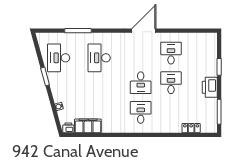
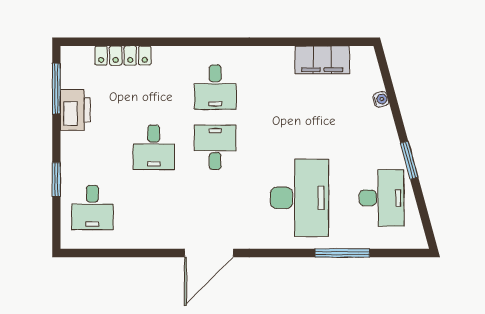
desk: (171, 53) -> (92, 208), moved
desk: (99, 58) -> (299, 198), width x1.36, depth x1.30
printer: (210, 87) -> (75, 110), moved
printer: (68, 128) -> (362, 56), removed
locker: (191, 128) -> (123, 55), width x1.53

